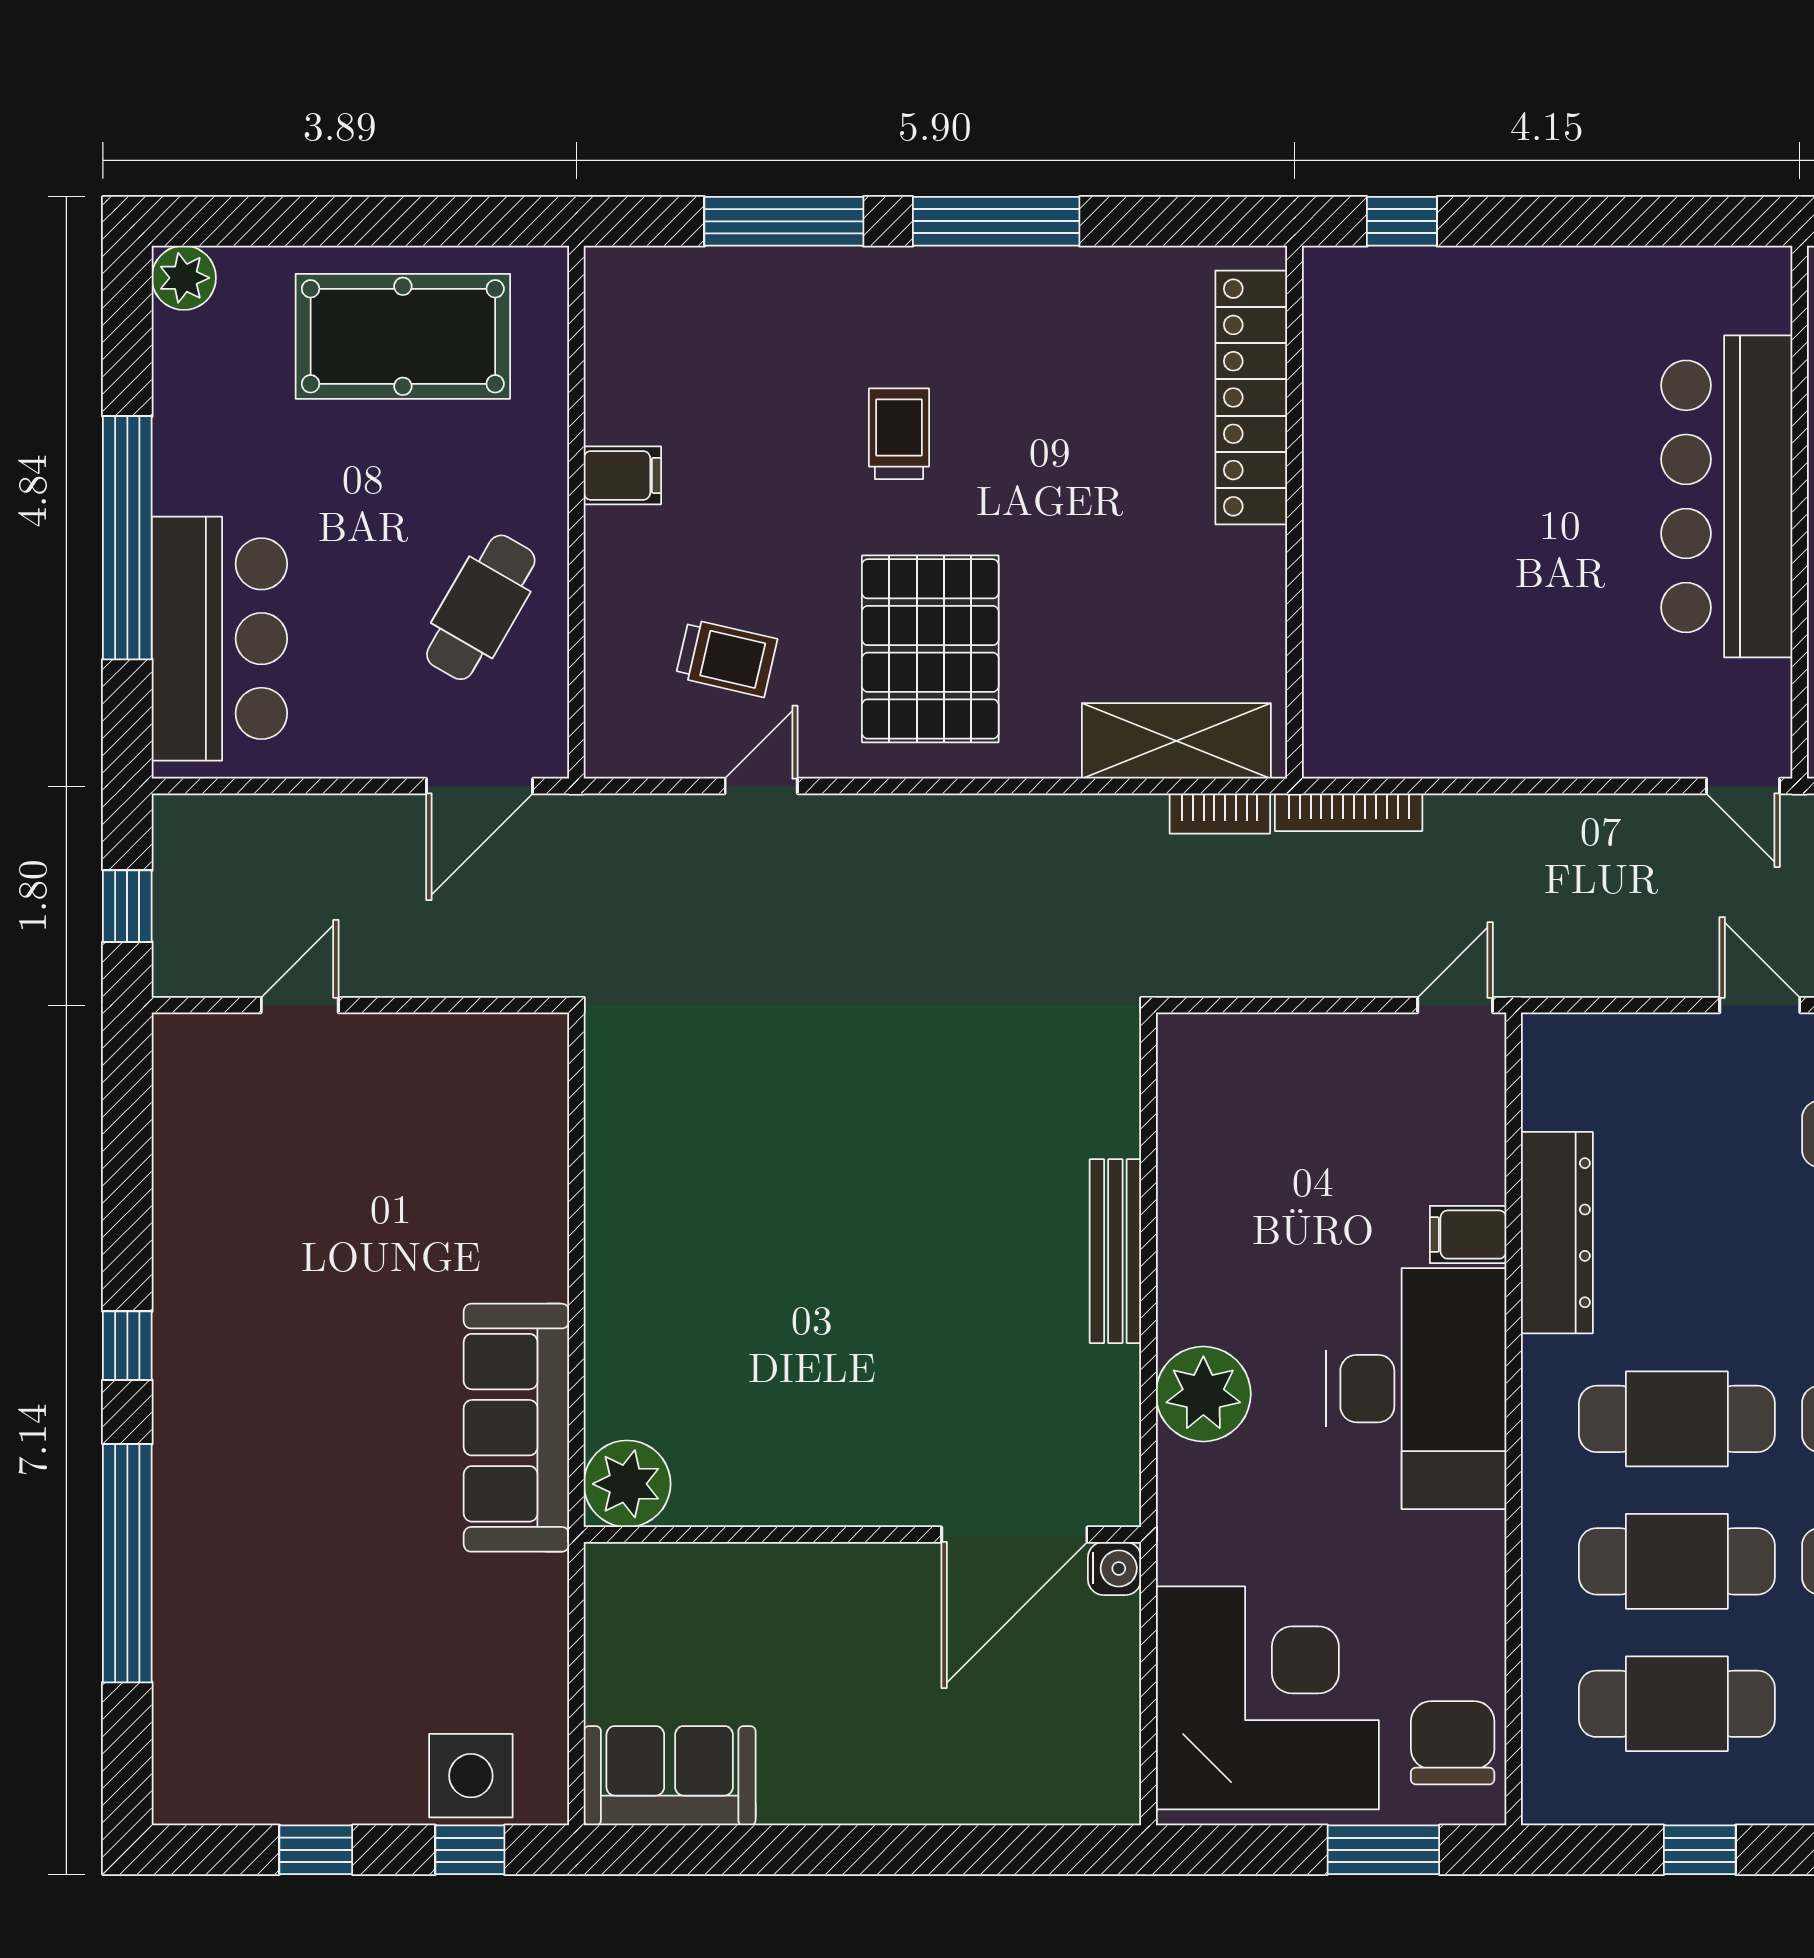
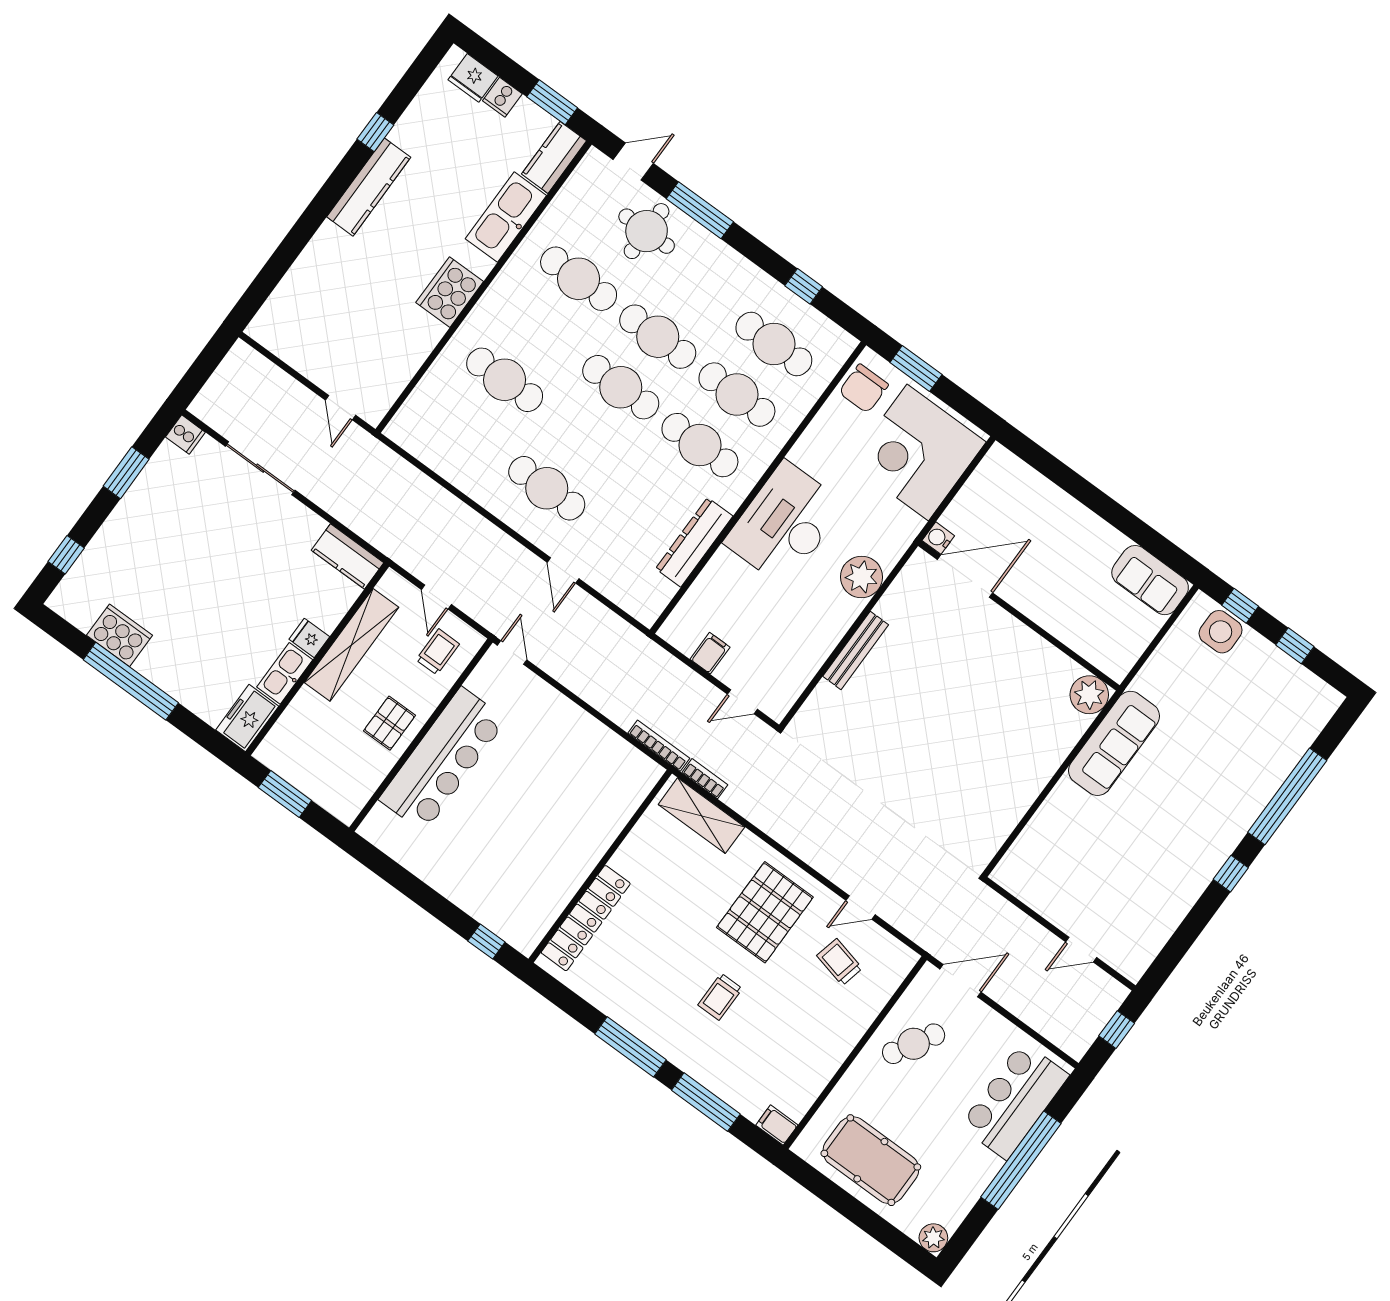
filing cabinet: (622, 475) -> (777, 1125), moved
door: (1455, 1005) -> (742, 702), moved
filing cabinet: (1468, 1235) -> (710, 653), moved, turned -90

